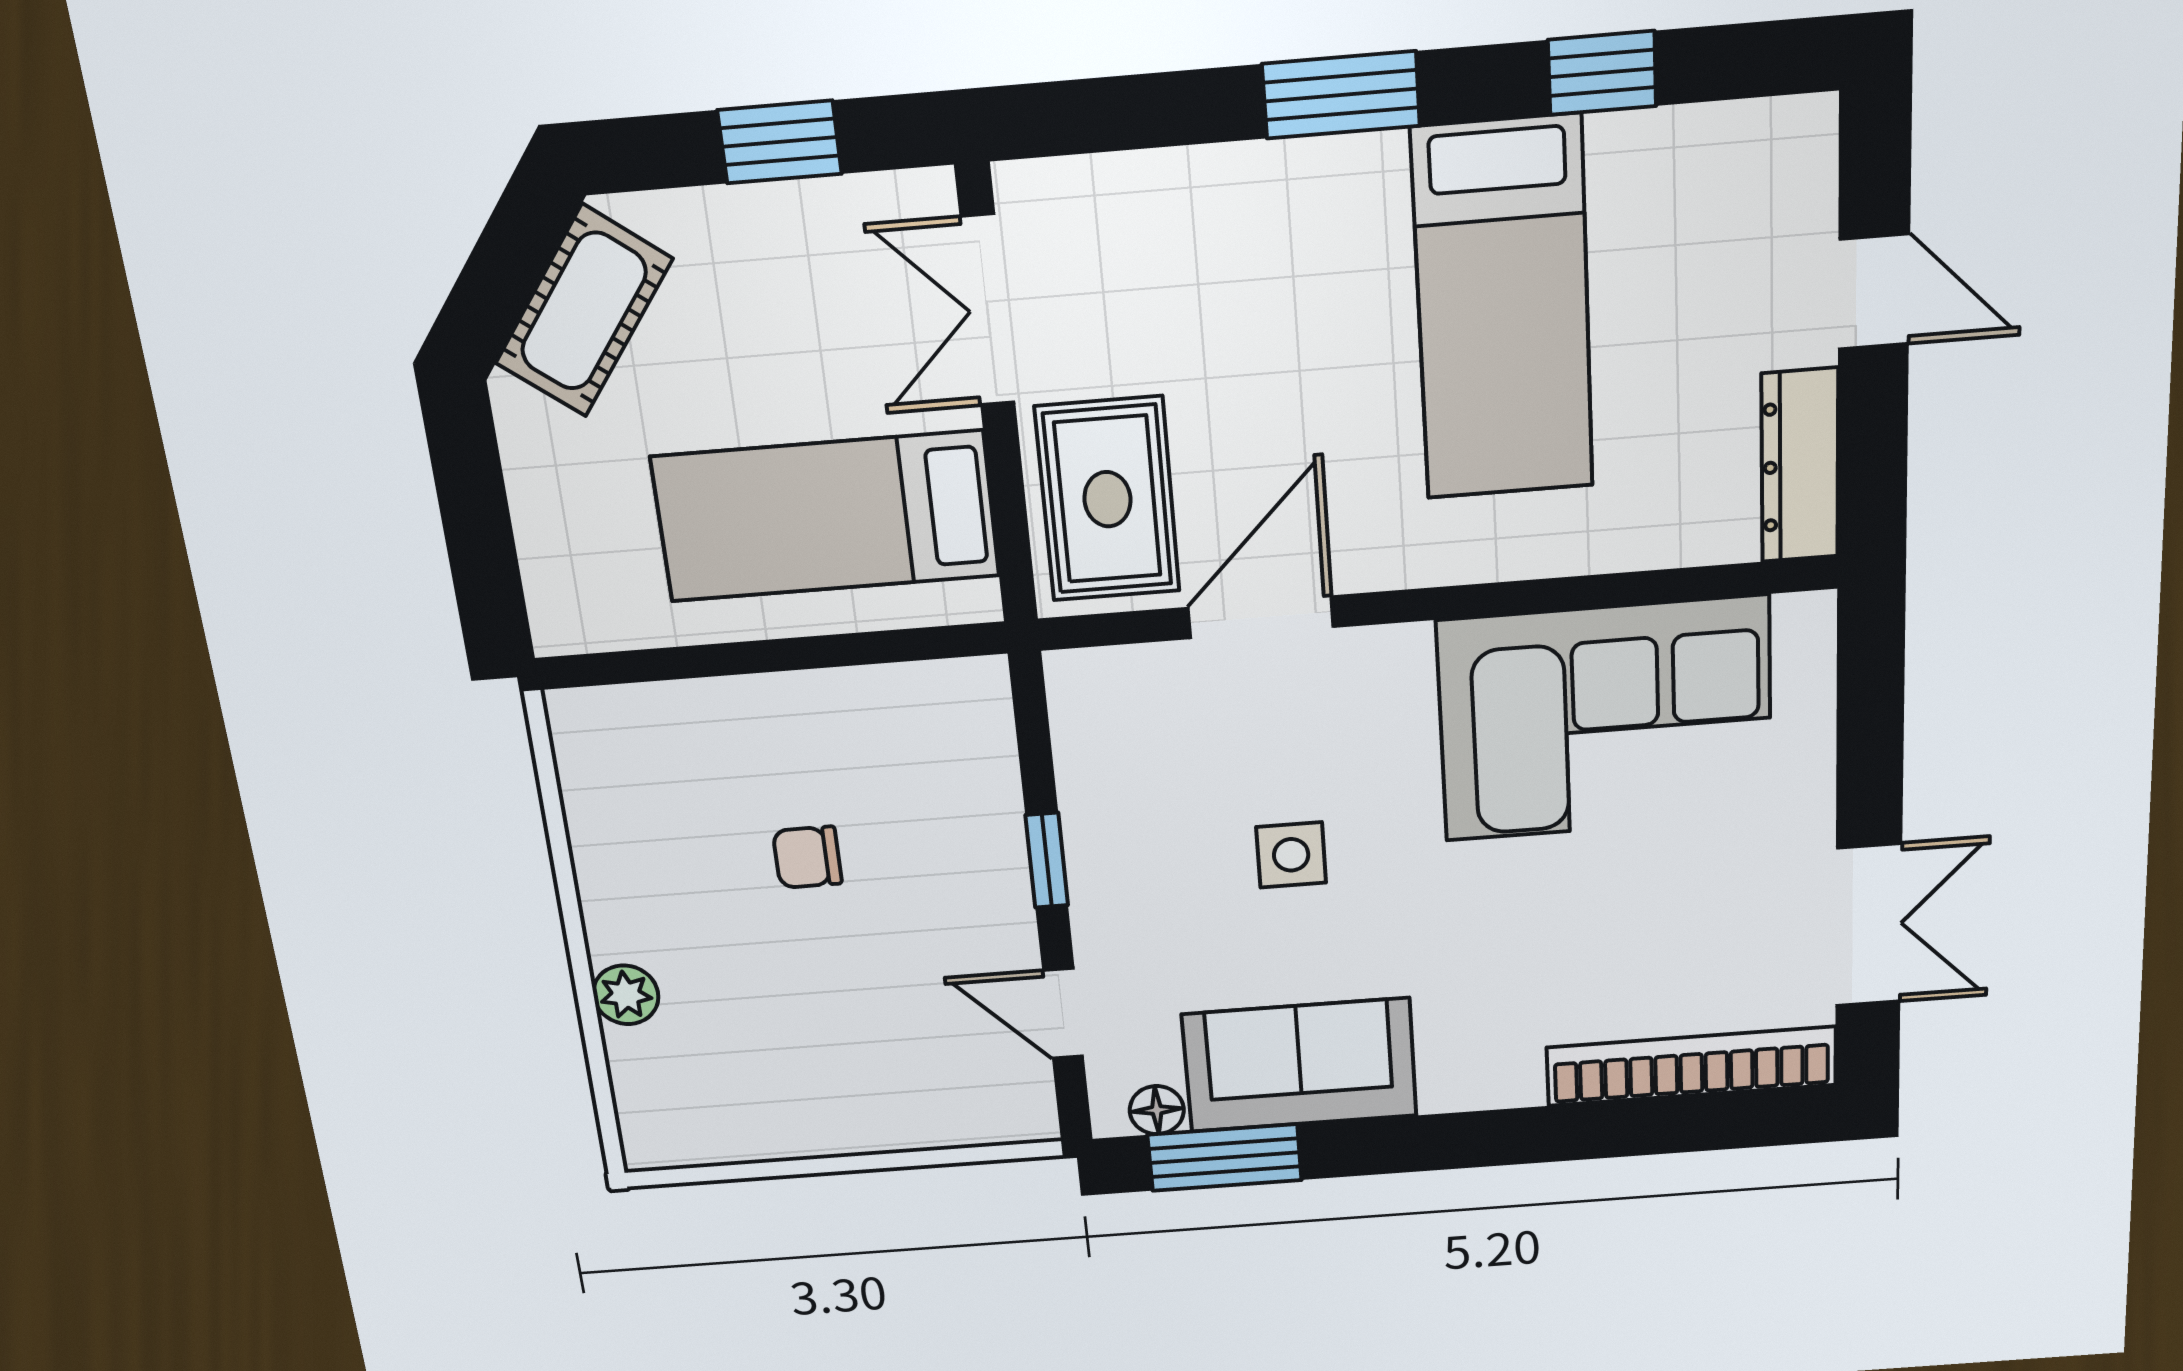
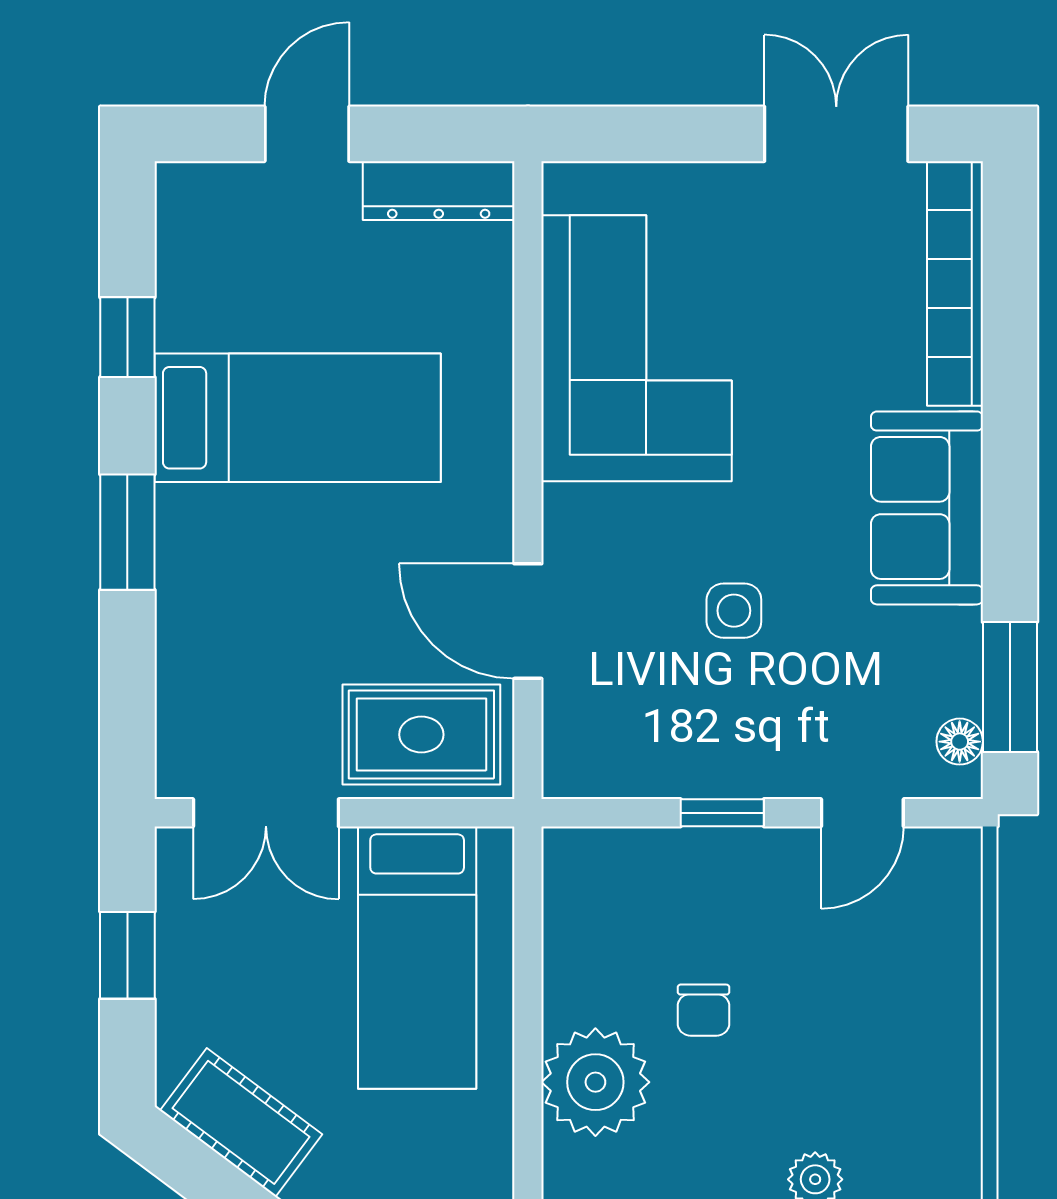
plant: (702, 741) -> (595, 1082), added
sofa: (1300, 1065) -> (927, 508), moved

